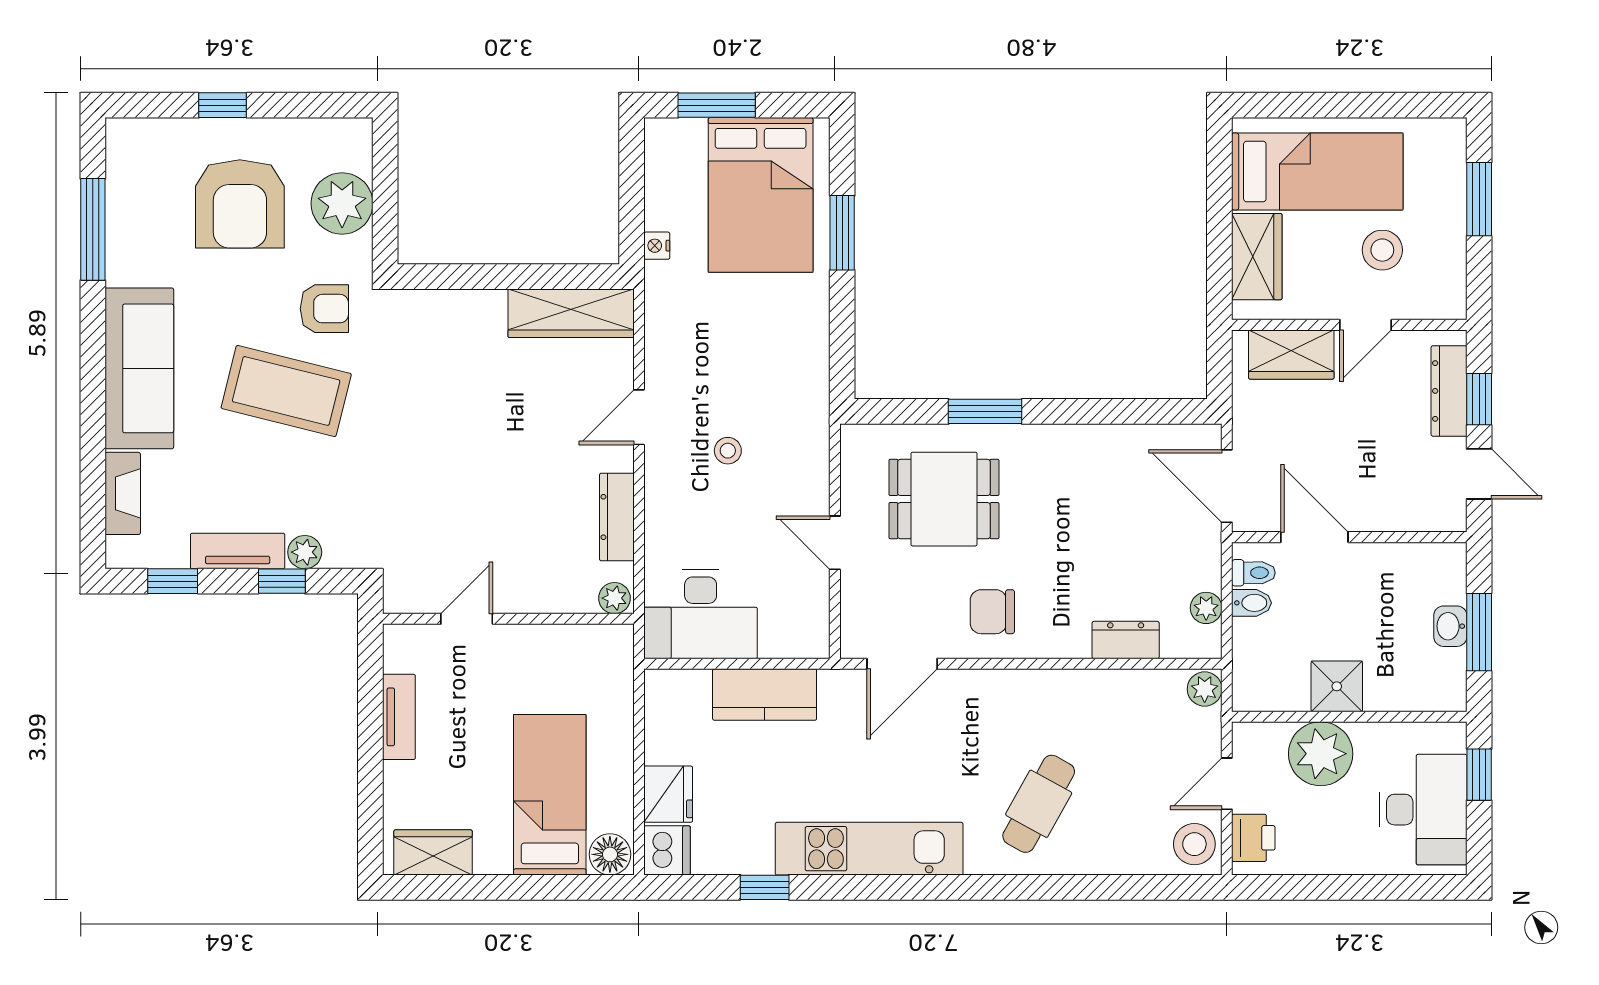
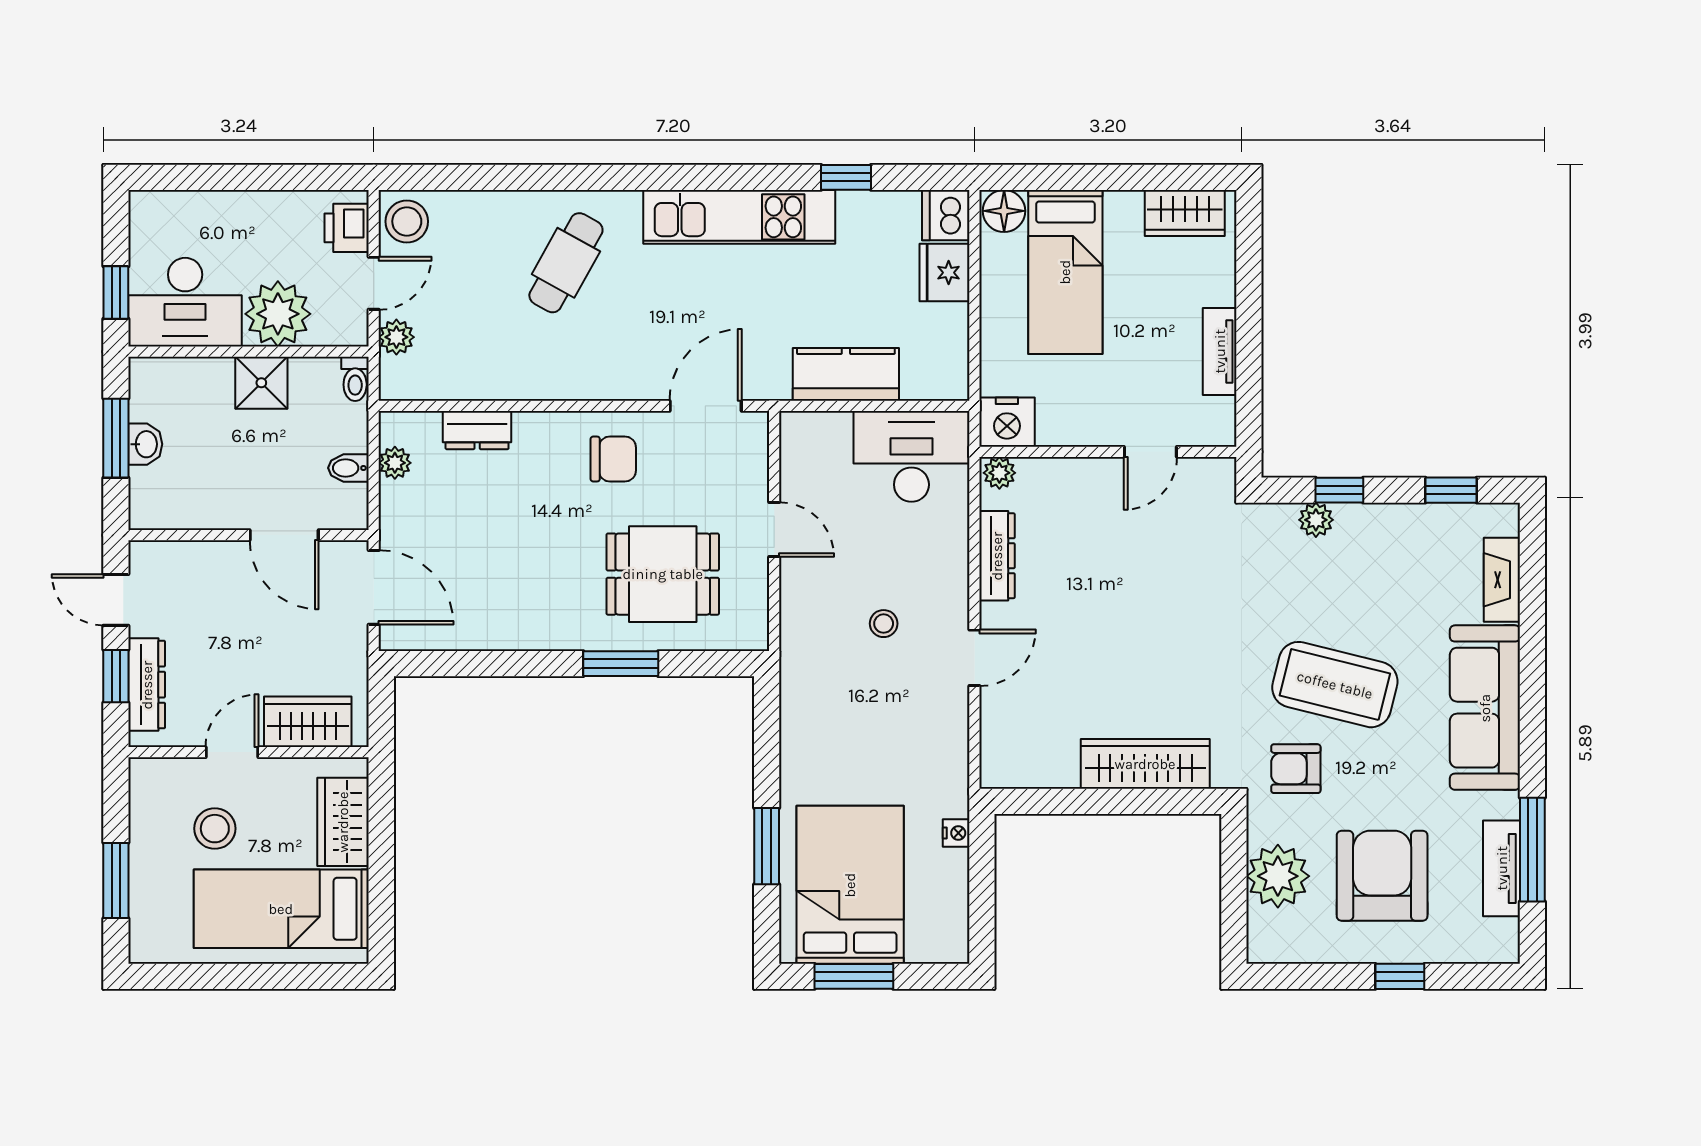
window: (717, 105) -> (854, 976), moved
wardrobe: (571, 313) -> (1145, 764), moved
tv unit: (238, 551) -> (1502, 868), moved, turned 90
toilet: (1253, 573) -> (355, 379), moved, turned -90
nightstand: (607, 648) -> (1007, 422), added
plant: (1205, 689) -> (396, 337), moved
desk: (1423, 810) -> (185, 302), moved, turned -90

